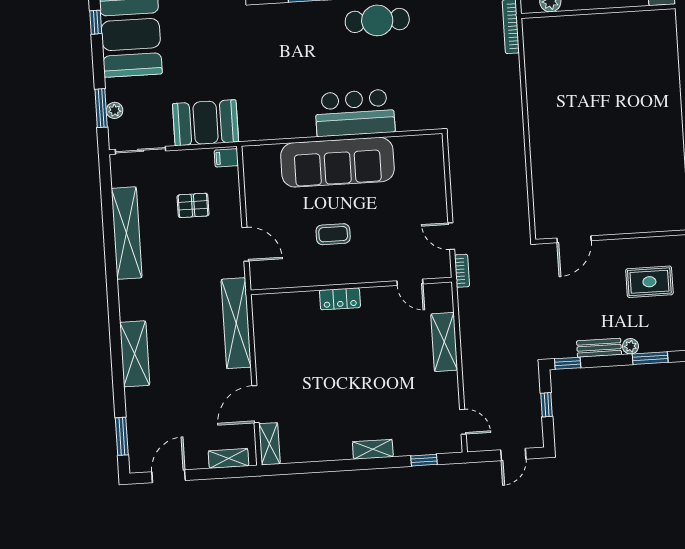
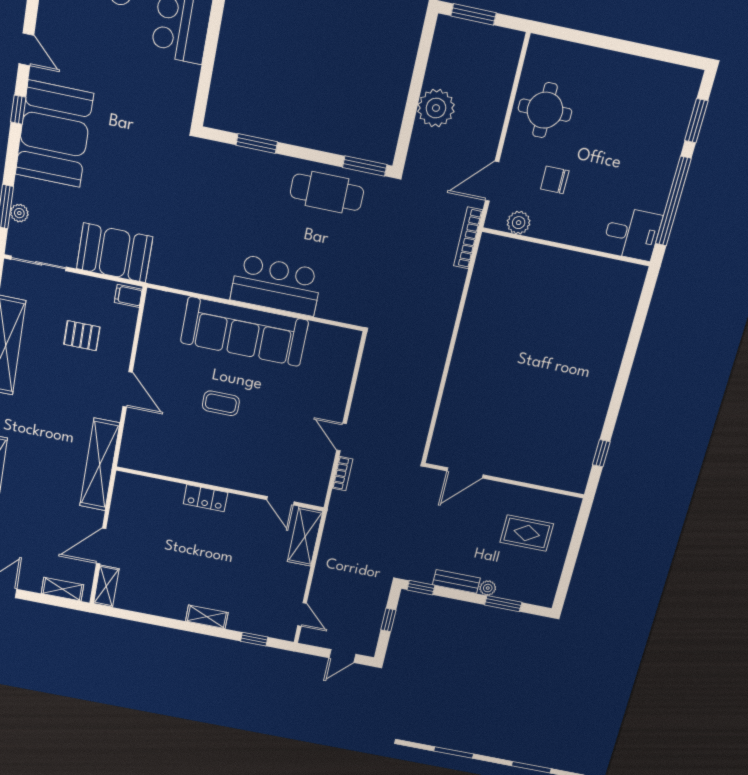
door: (410, 282) -> (280, 501), moved
wall: (351, 286) -> (220, 489), moved
locker: (340, 299) -> (206, 498), moved

